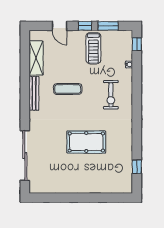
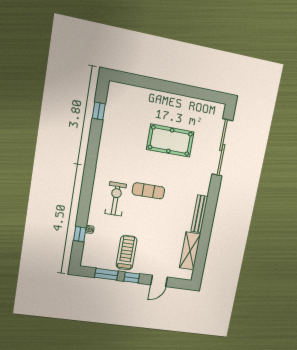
door: (59, 26) -> (159, 281), swing flipped
window: (137, 44) -> (80, 234), moved
exercise mat: (68, 89) -> (148, 191), moved
pool table: (86, 142) -> (170, 141), moved

